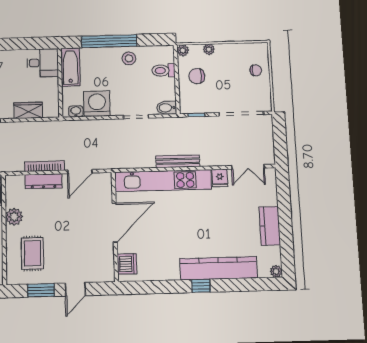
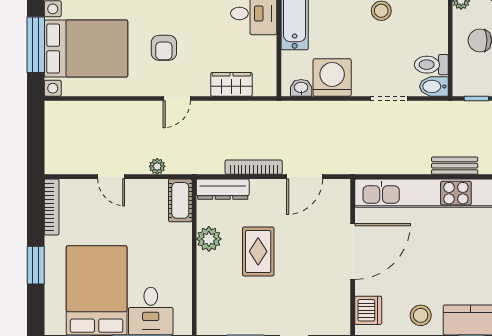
toilet: (163, 70) -> (431, 65), moved
bench: (178, 161) -> (455, 166), width x0.73
dresser: (43, 181) -> (223, 189), moved
rug: (32, 253) -> (258, 251), moved
stool: (164, 266) -> (421, 315), added

